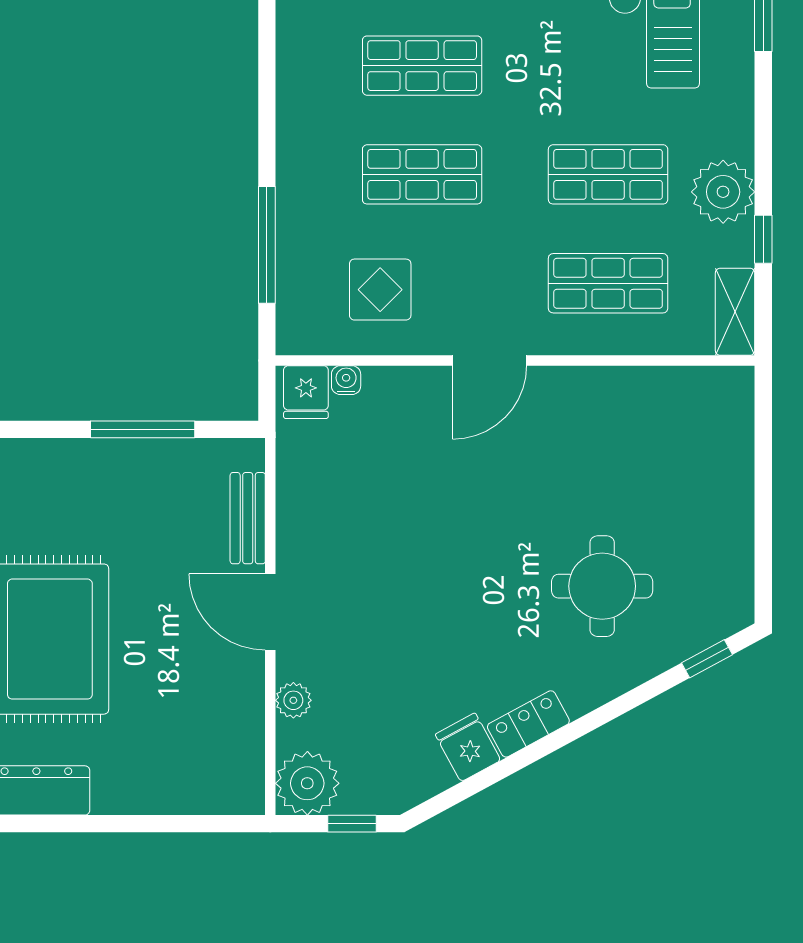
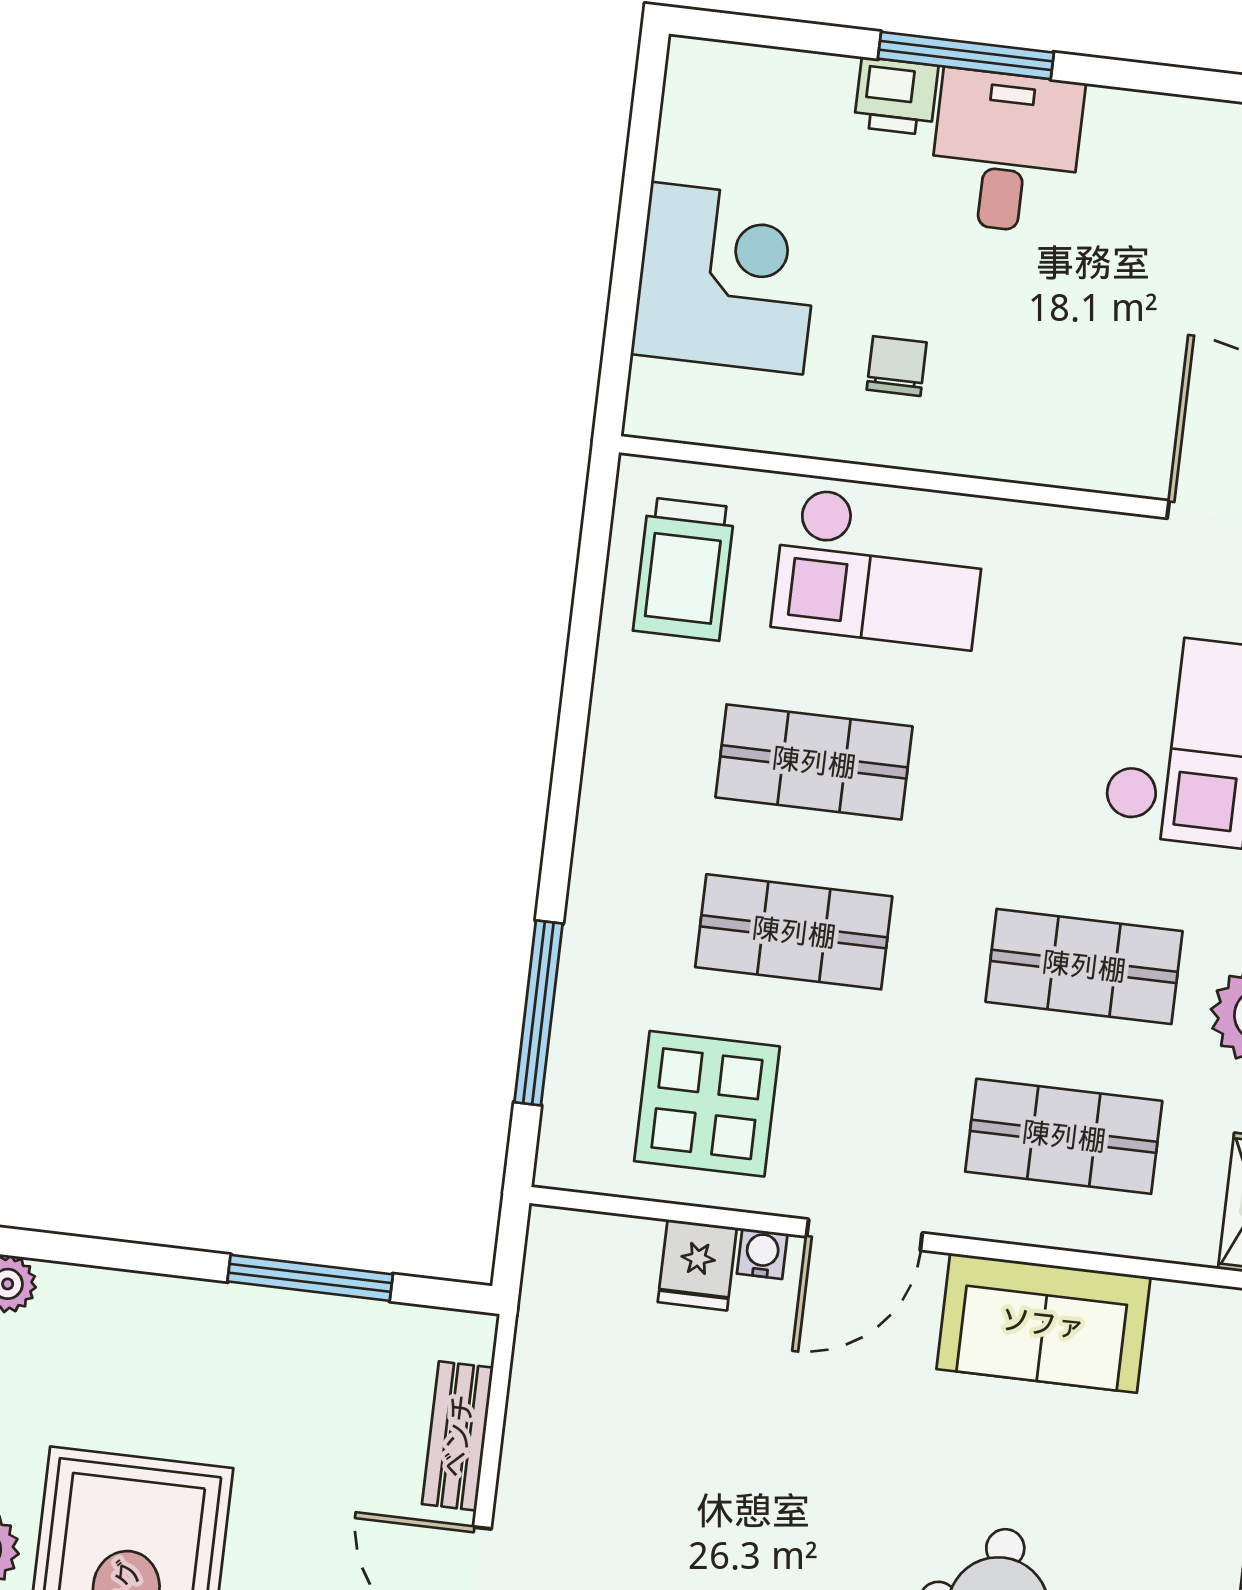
display table: (380, 290) -> (707, 1104), width x1.36, depth x1.36
water cooler: (346, 380) -> (762, 1254), moved
fridge: (306, 392) -> (697, 1265), moved
sofa: (609, 403) -> (1043, 1323), added

